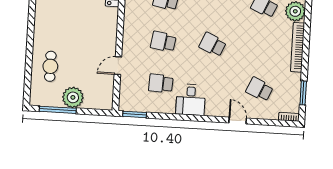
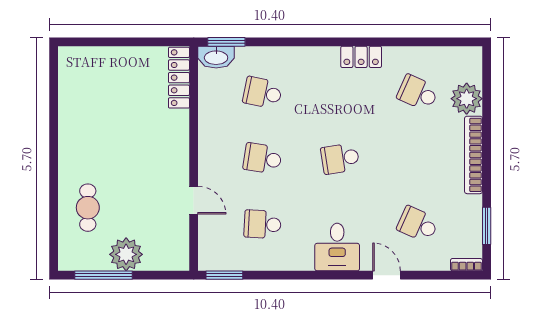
school desk: (213, 45) -> (340, 159), turned -33
door: (118, 66) -> (194, 200), swing flipped
desk: (191, 100) -> (337, 247), moved

